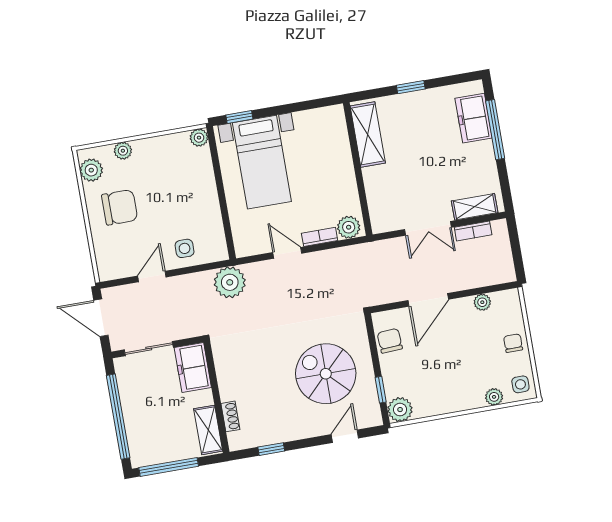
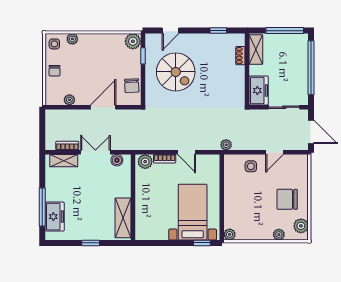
boiler: (393, 222) -> (117, 160), added
plant: (230, 282) -> (226, 145), width x0.53, depth x0.53

